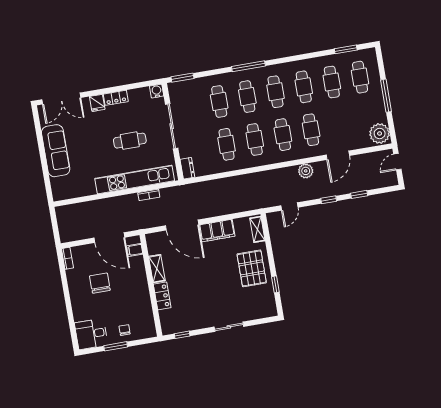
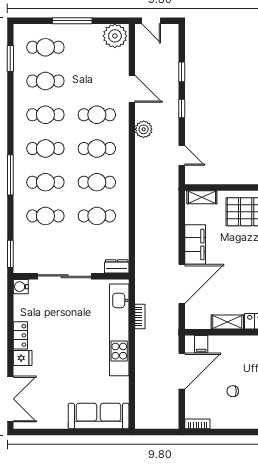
cafe table: (130, 141) -> (73, 328), removed
sofa: (56, 151) -> (99, 416), moved
chair: (100, 283) -> (233, 391), width x0.54, depth x0.54

